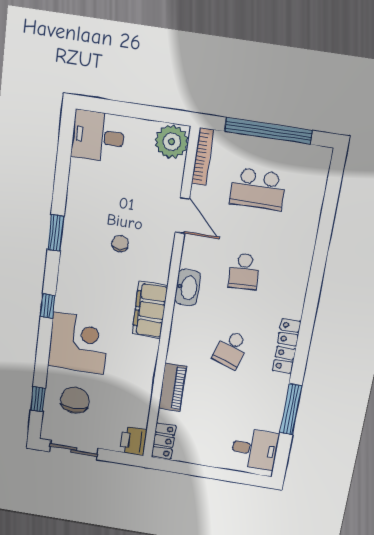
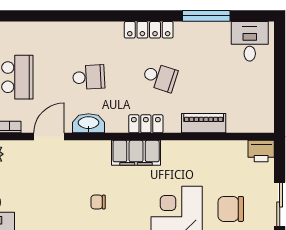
chair: (120, 243) -> (98, 202), moved
washbasin: (187, 287) -> (88, 123), moved
locker: (164, 441) -> (146, 124), moved

